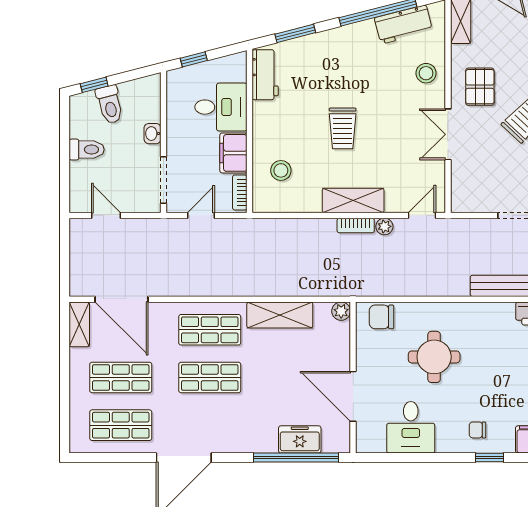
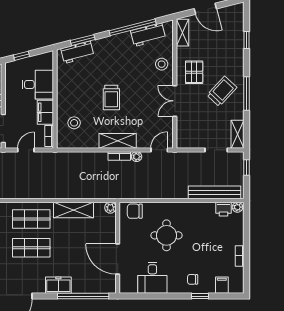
workbench: (265, 75) -> (77, 52), moved, turned 76
freezer: (300, 439) -> (58, 285), moved

